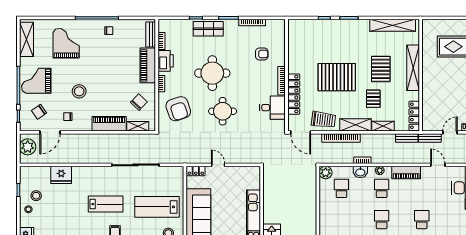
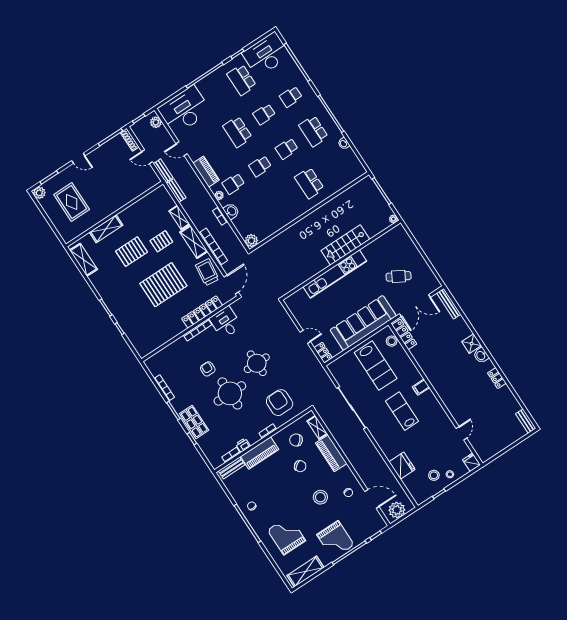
shelving: (393, 25) -> (84, 260), width x0.68
grand piano: (66, 43) -> (286, 535), turned 90
armchair: (262, 54) -> (208, 369), moved
printer: (166, 61) -> (243, 445), width x0.53, depth x0.68
shelving: (413, 68) -> (106, 229), width x0.68
pallet: (337, 77) -> (163, 285), turned 90
armchair: (178, 109) -> (280, 403), turned -71
chair: (39, 112) -> (300, 466), moved
locker: (414, 116) -> (153, 197), removed
door: (218, 165) -> (305, 337), swing flipped
door: (438, 165) -> (182, 149), hinge flipped
school desk: (341, 188) -> (256, 218), removed
school desk: (422, 220) -> (238, 132), width x1.85

